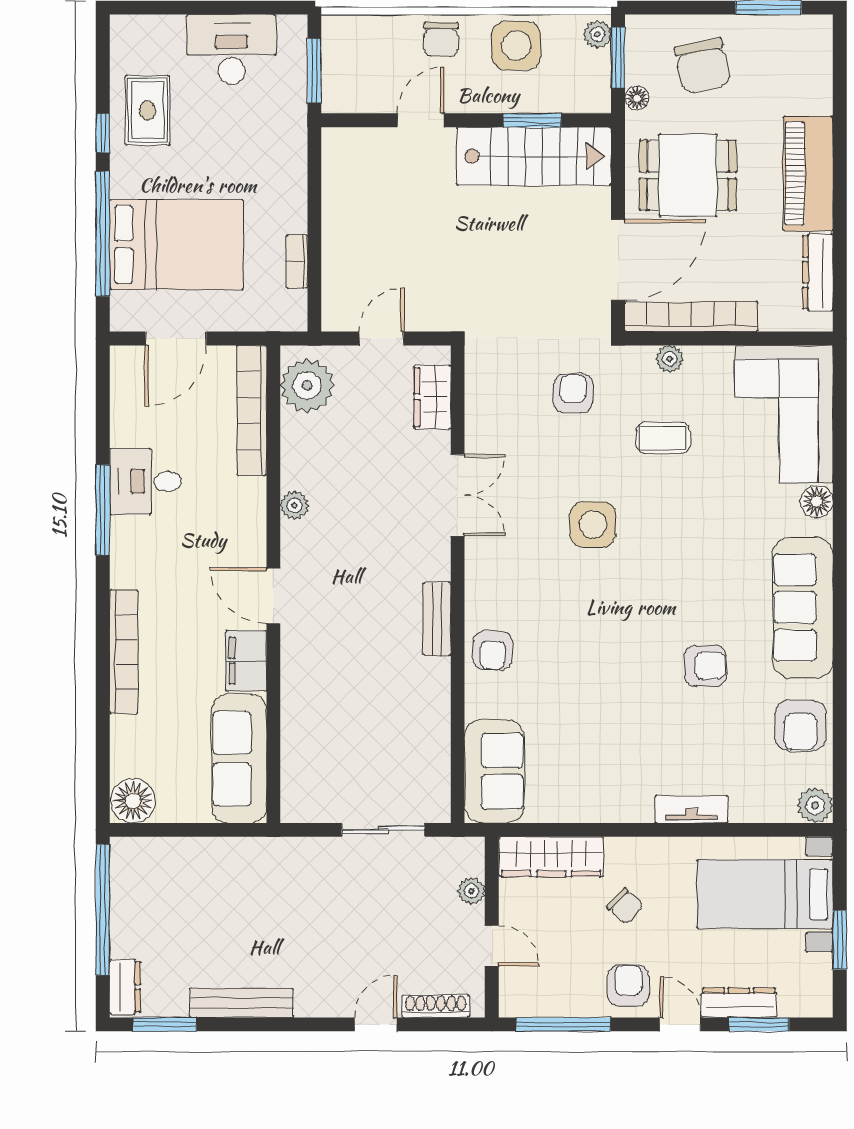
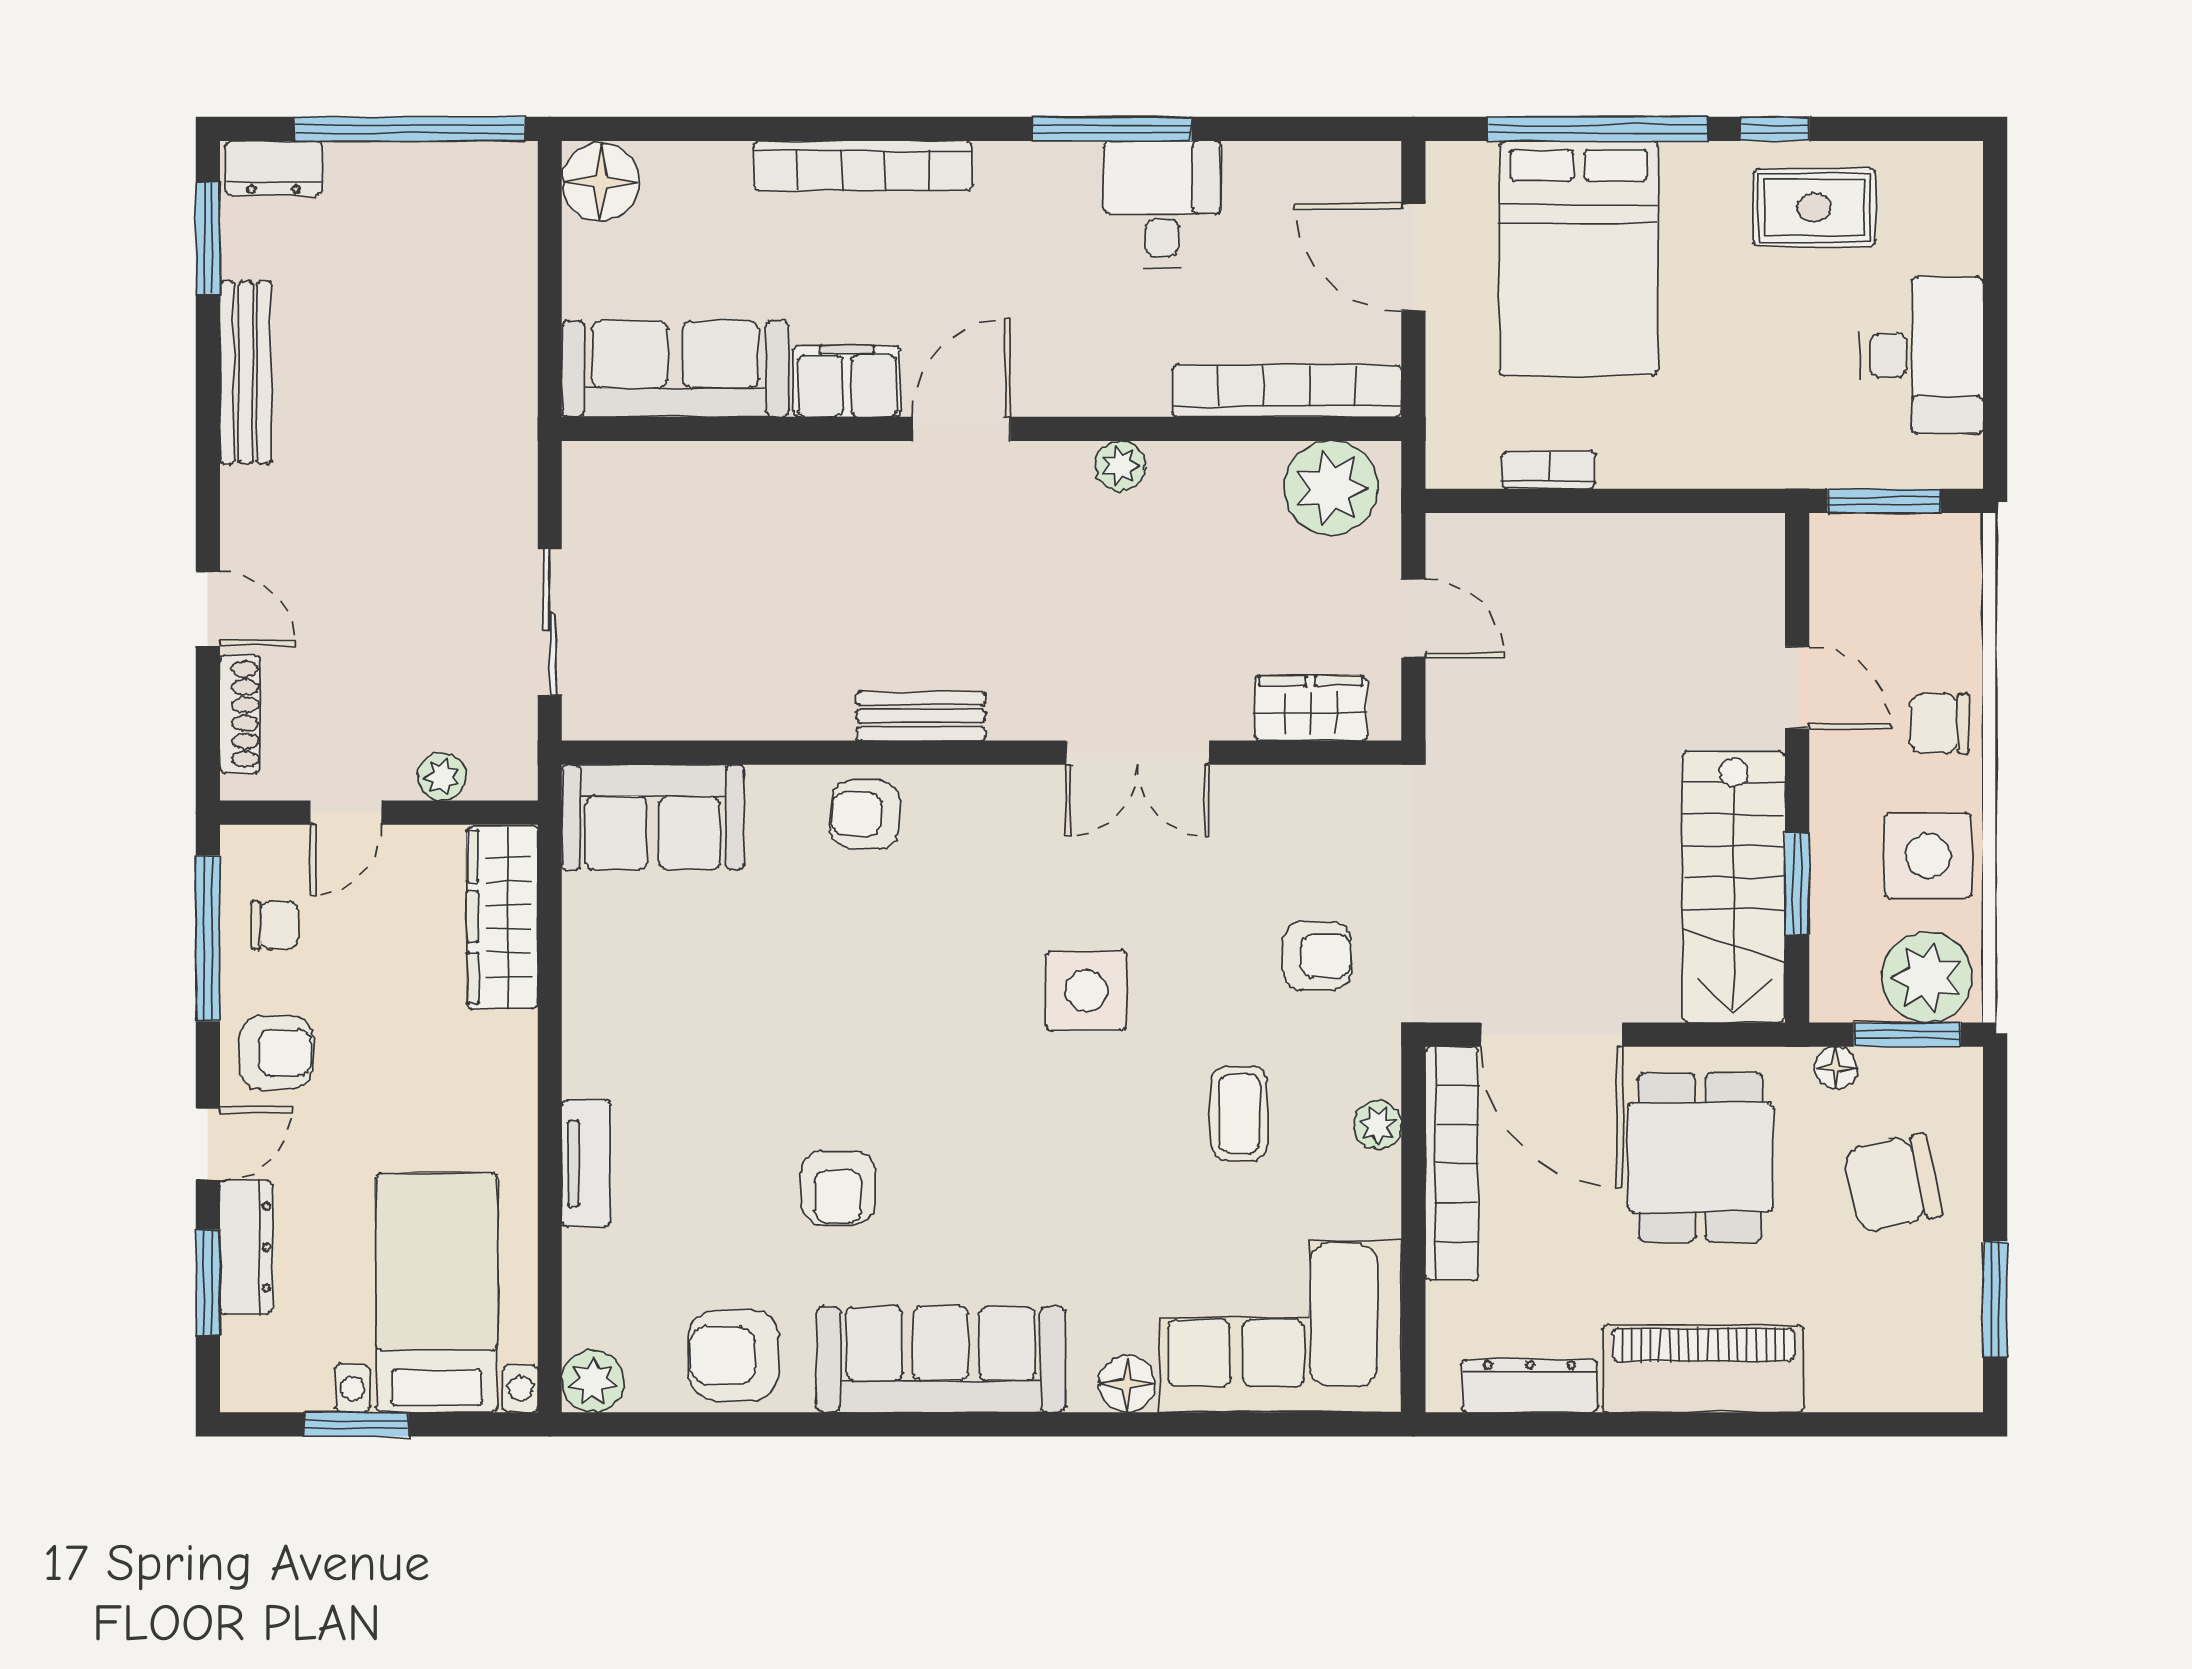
plant: (597, 34) -> (1927, 977), width x1.87, depth x1.87
chair: (625, 906) -> (275, 925), moved, turned -133

